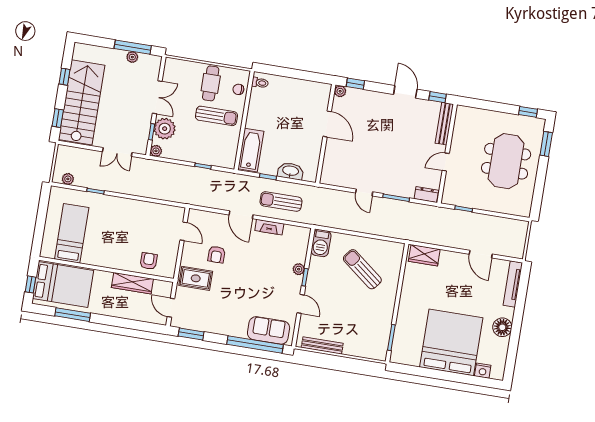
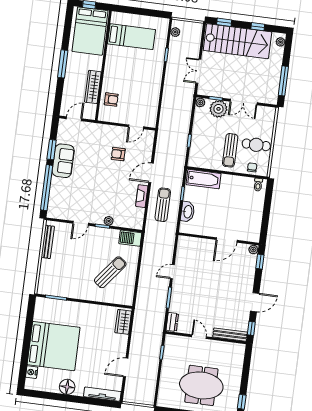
plant: (132, 57) -> (280, 42), moved
rug: (196, 278) -> (98, 138), removed
window: (73, 315) -> (63, 64), moved
sofa: (269, 330) -> (63, 161), moved
window: (191, 334) -> (52, 150), moved

